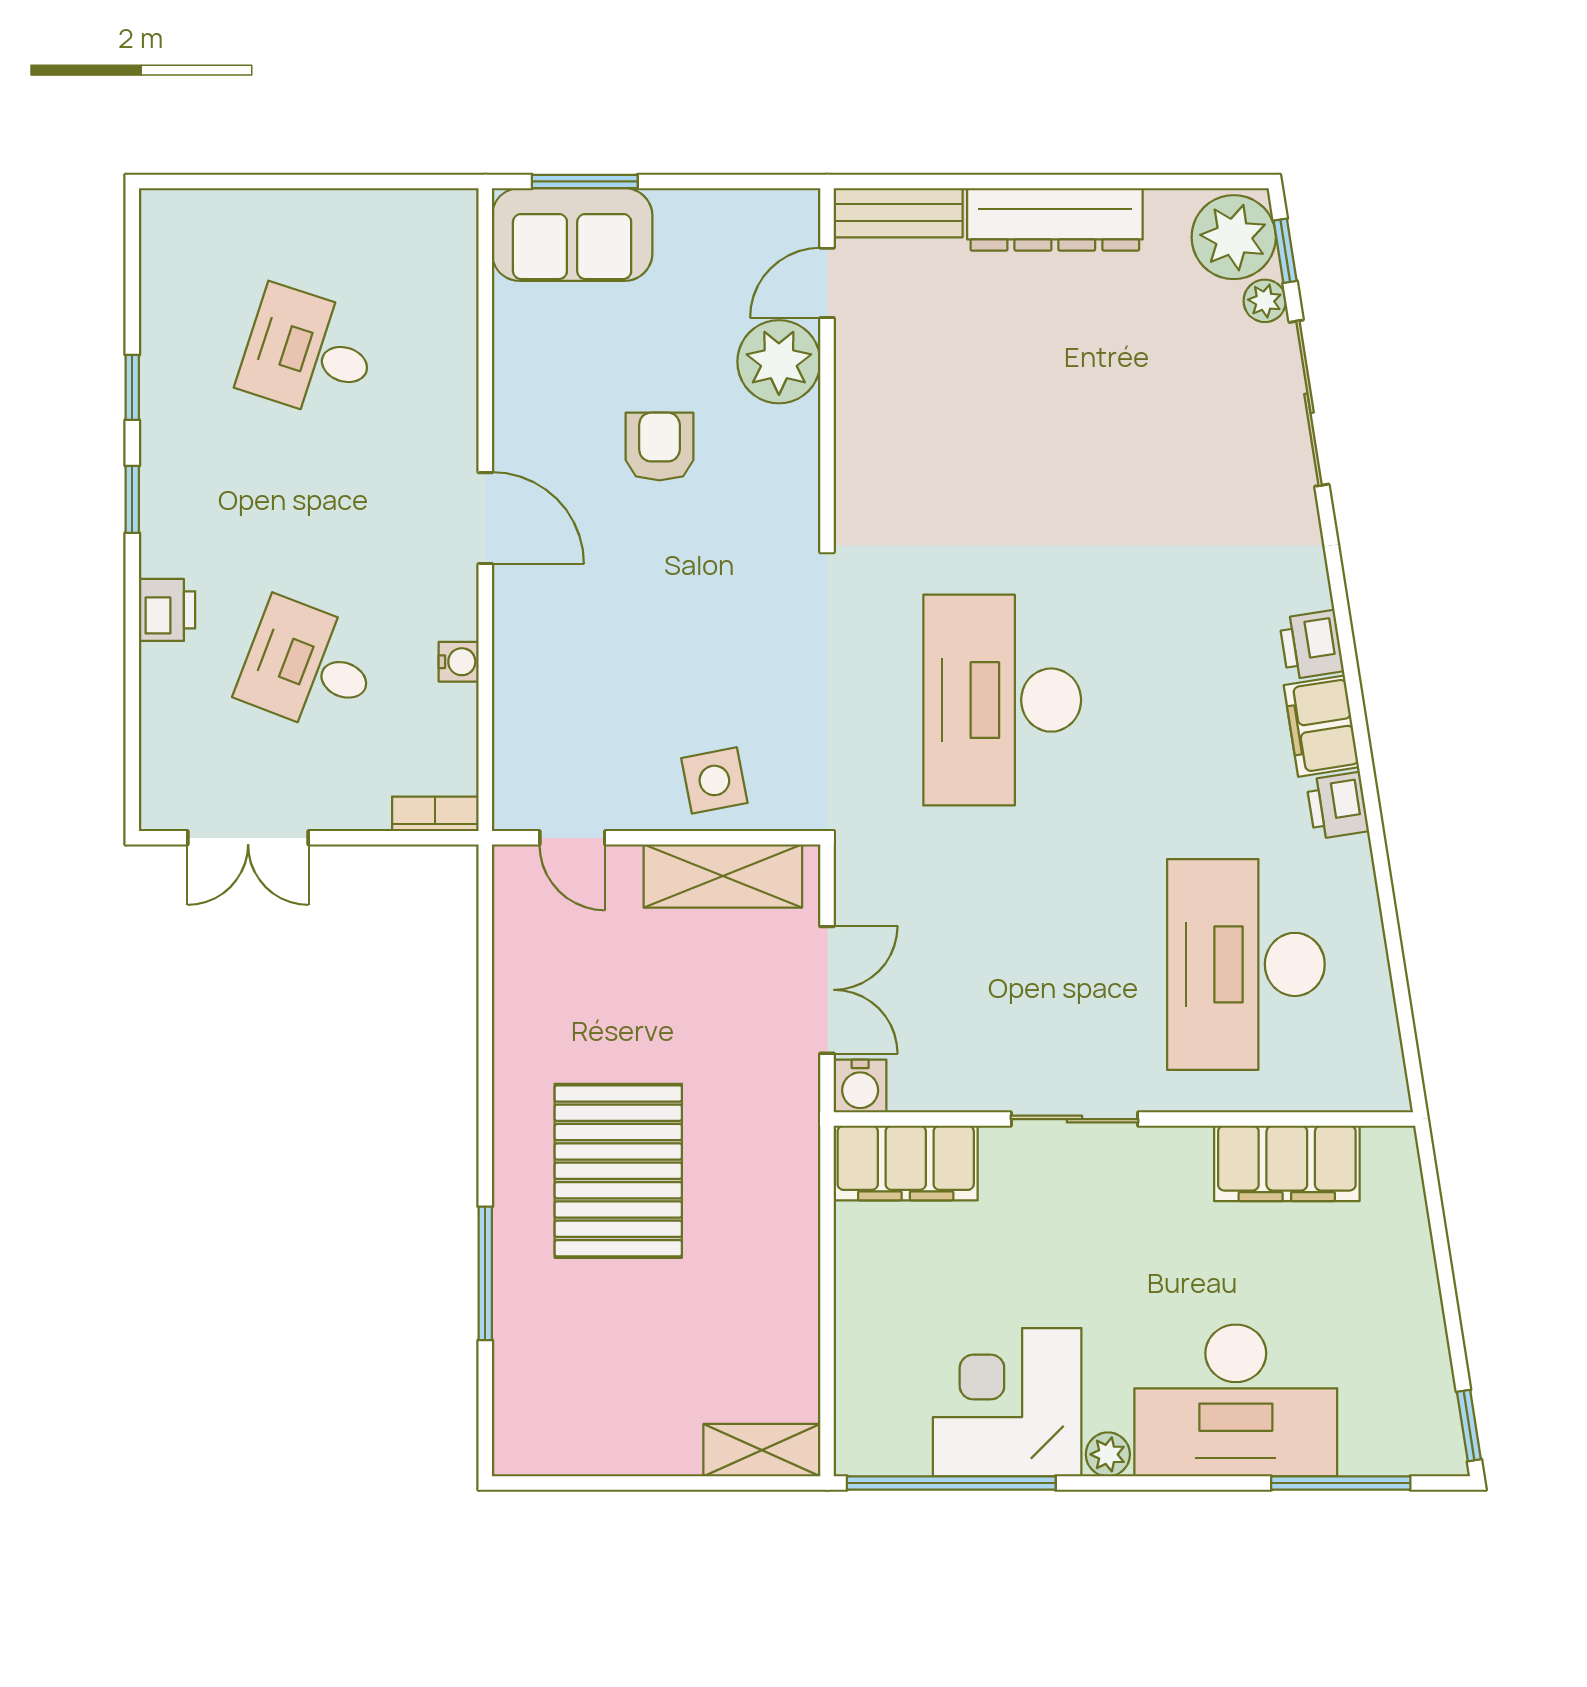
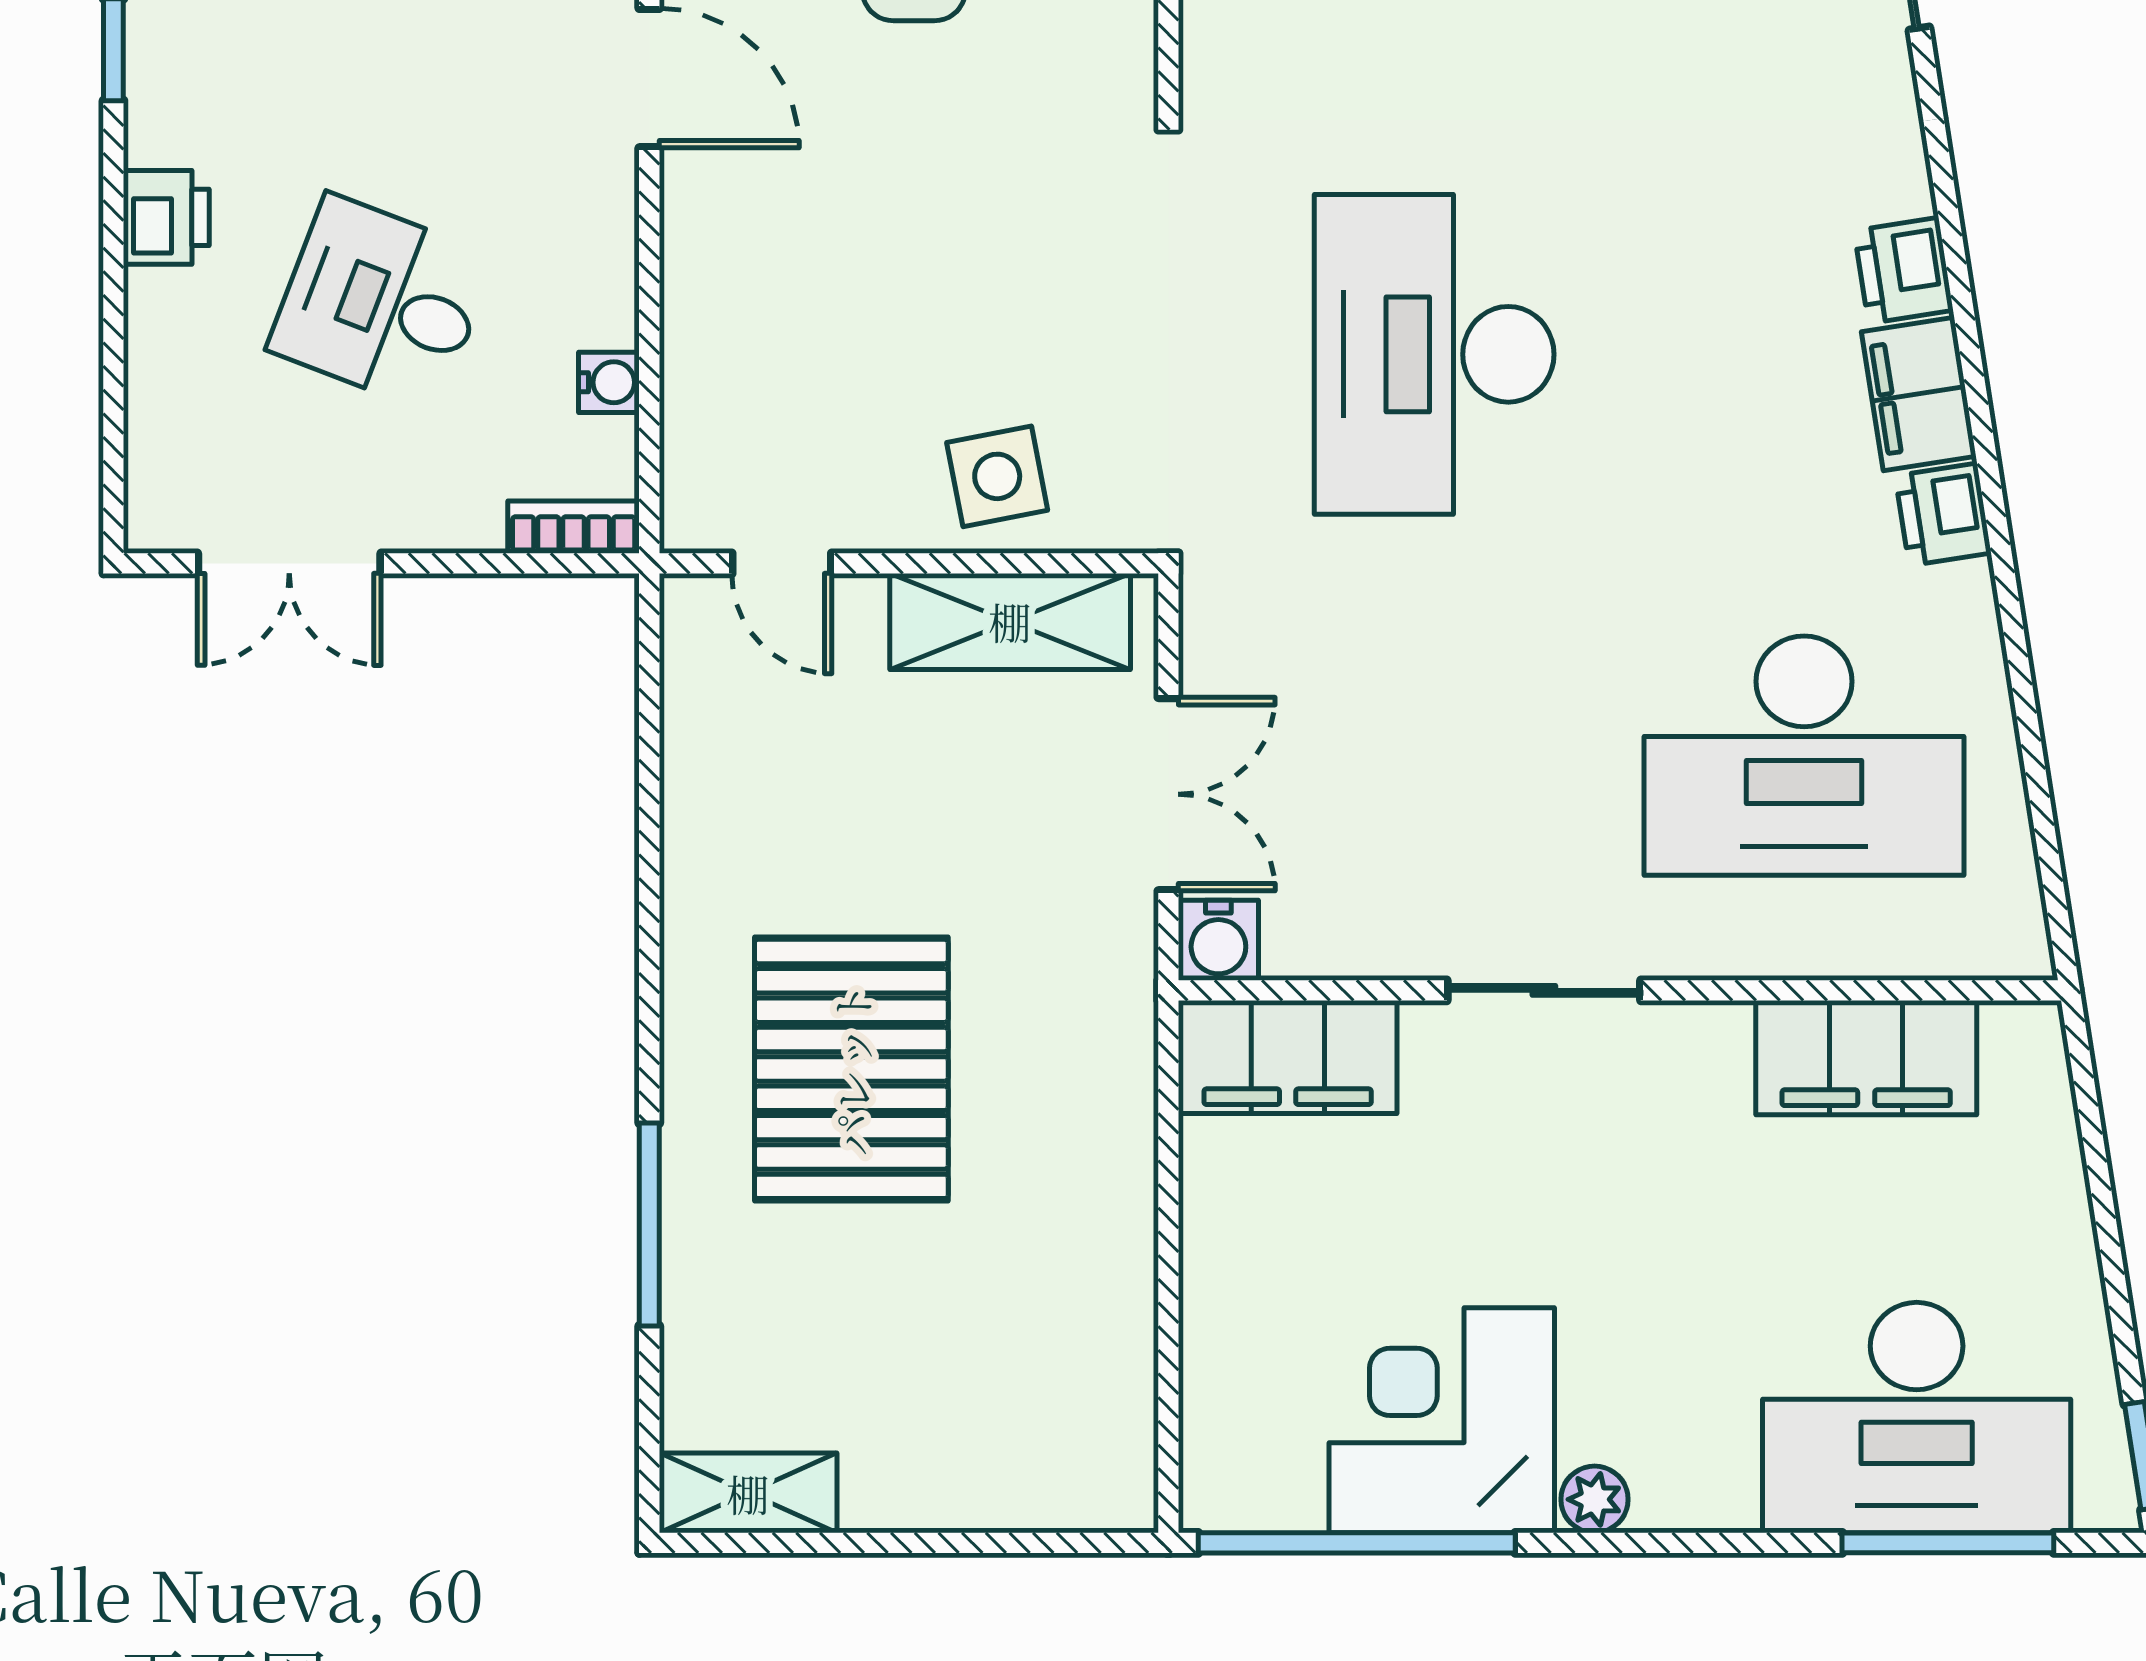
water cooler: (459, 662) -> (609, 382), moved
desk: (1246, 964) -> (1804, 756), turned -90
desk: (1236, 1400) -> (1917, 1418), moved
shelving: (762, 1450) -> (748, 1493), moved

